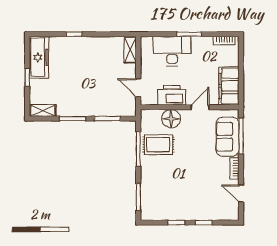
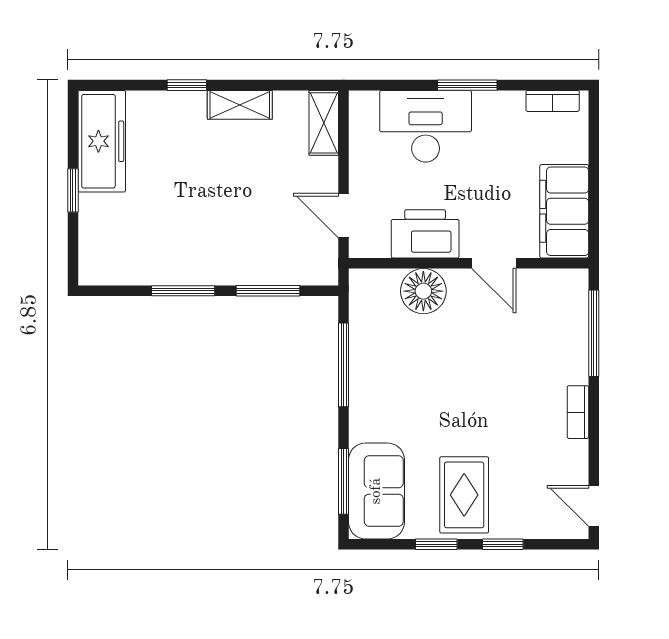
door: (200, 107) -> (494, 263), swing flipped
shelving: (43, 110) -> (240, 105), moved
sofa: (227, 137) -> (376, 491), moved, turned 180
rug: (158, 145) -> (464, 495), moved, turned 90
door: (241, 193) -> (594, 506), moved

